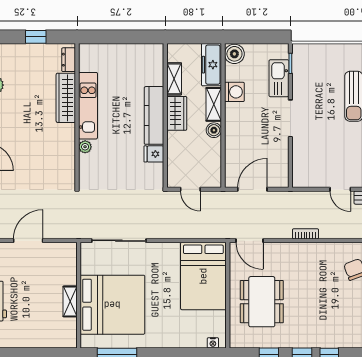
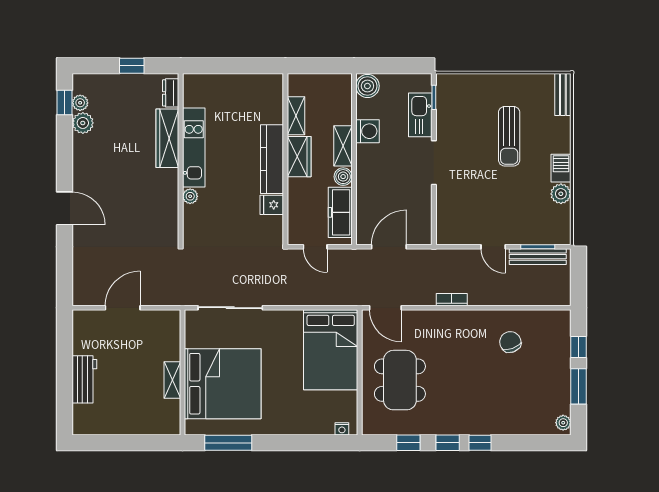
freezer: (211, 65) -> (340, 212), moved

